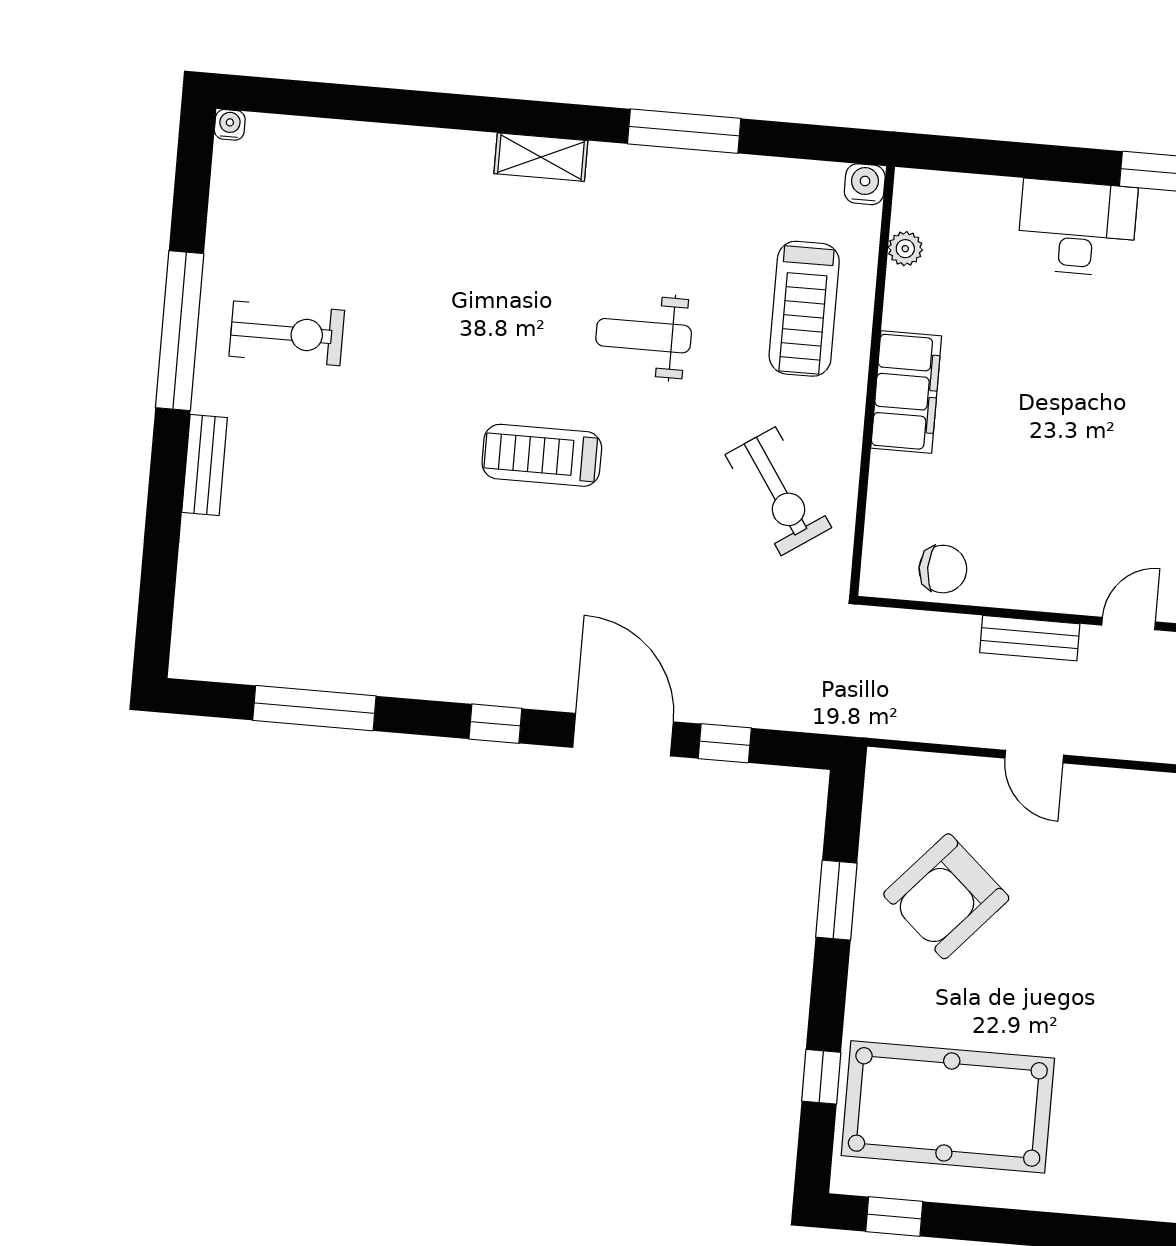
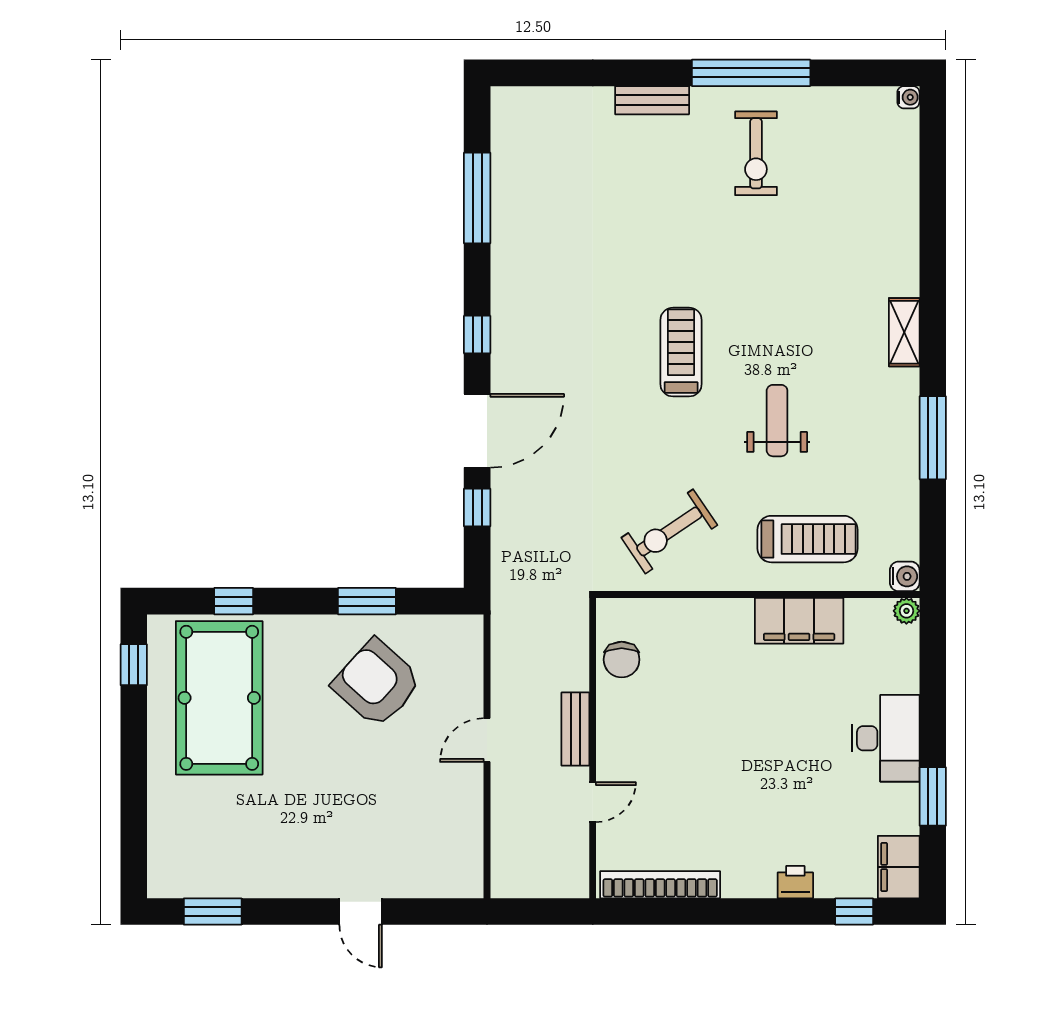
plant: (905, 249) -> (906, 611), moved
treadmill: (804, 309) -> (808, 539), turned 180
filing cabinet: (906, 392) -> (799, 621), moved
door: (1129, 624) -> (593, 802), hinge flipped

